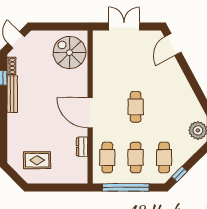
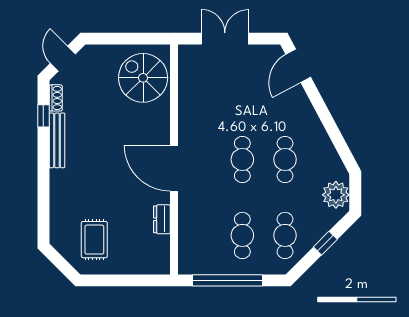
cafe table: (107, 157) -> (285, 159), moved
rug: (37, 160) -> (94, 240), turned 90
window: (179, 174) -> (325, 243), moved

